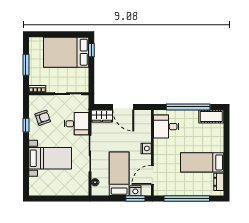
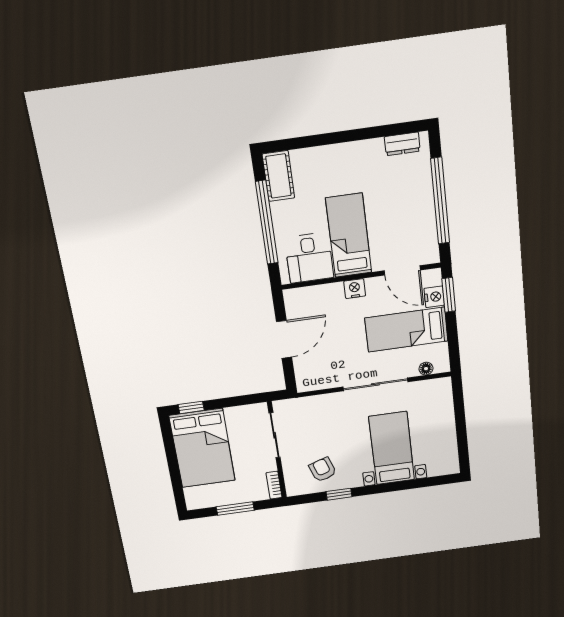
wardrobe: (102, 116) -> (306, 374), removed
desk: (76, 124) -> (325, 414), removed
bed: (202, 162) -> (349, 235), moved, turned 180

